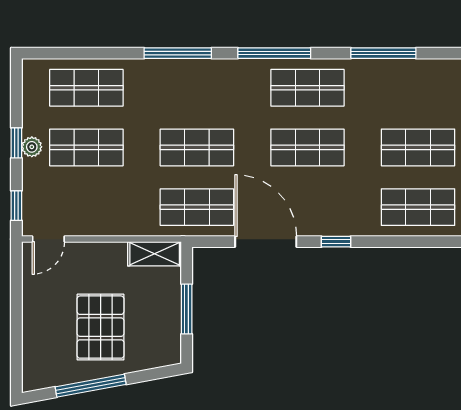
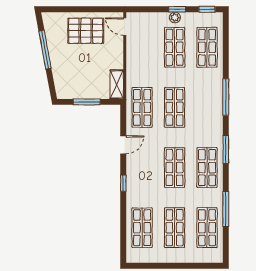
window: (274, 53) -> (226, 149), width x0.69
shop shelf: (418, 88) -> (207, 228), added
window: (16, 206) -> (207, 9), moved
door: (266, 242) -> (123, 145), width x0.53
pallet: (101, 327) -> (86, 31), moved

